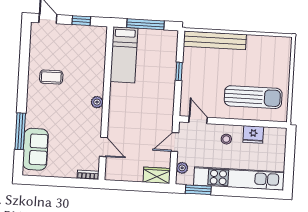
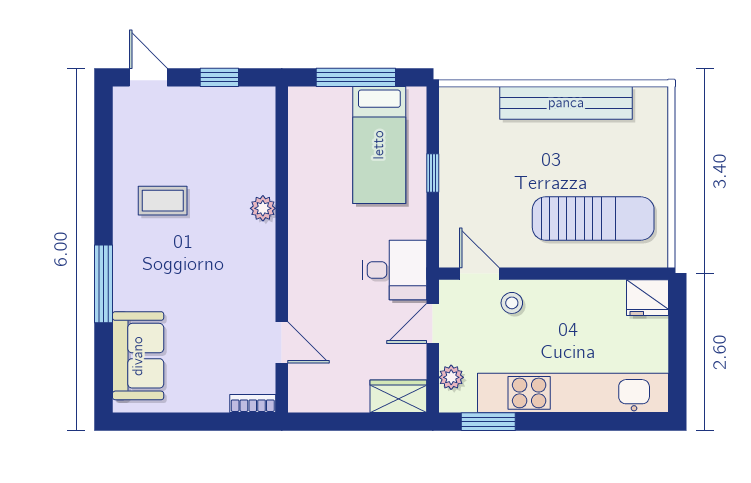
bench: (215, 40) -> (566, 103), moved
bed: (124, 55) -> (379, 145), moved
plant: (97, 102) -> (263, 208), moved
desk: (158, 116) -> (394, 270), added
window: (20, 131) -> (103, 284), moved
fridge: (253, 134) -> (648, 298), moved
stool: (226, 139) -> (512, 303), moved

